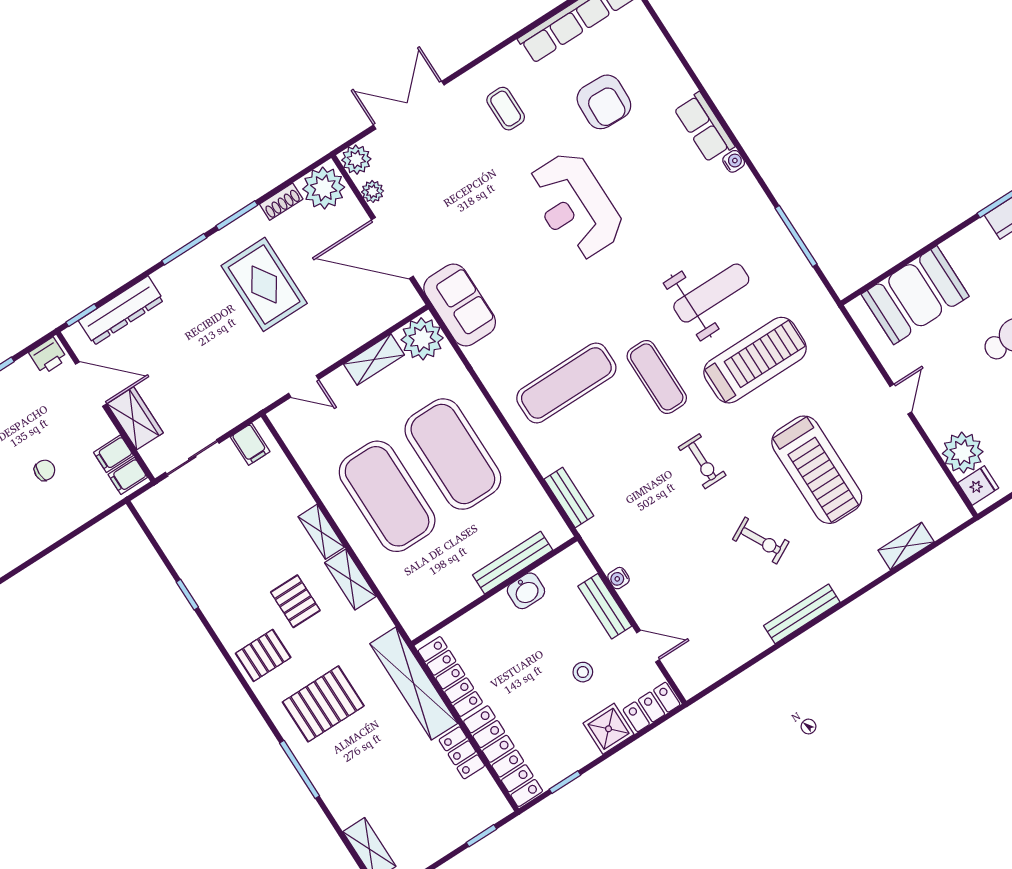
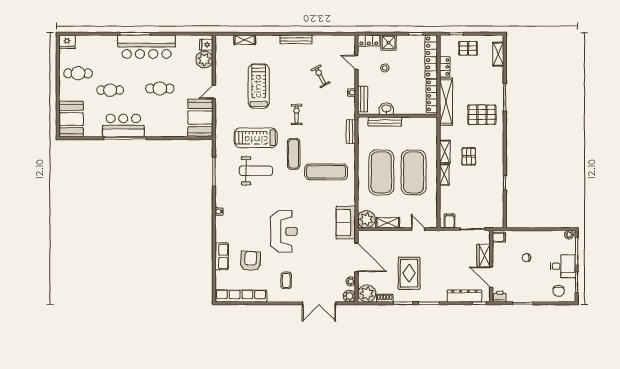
row of seats: (704, 127) -> (222, 256), moved
weight bench: (711, 293) -> (256, 171), turned 180
booth: (915, 295) -> (200, 118), moved, turned 90
filing cabinet: (113, 454) -> (499, 248), removed
exercise bike: (761, 541) -> (321, 76), moved
bench: (605, 606) -> (363, 99), moved
pallet: (263, 655) -> (468, 48), moved

